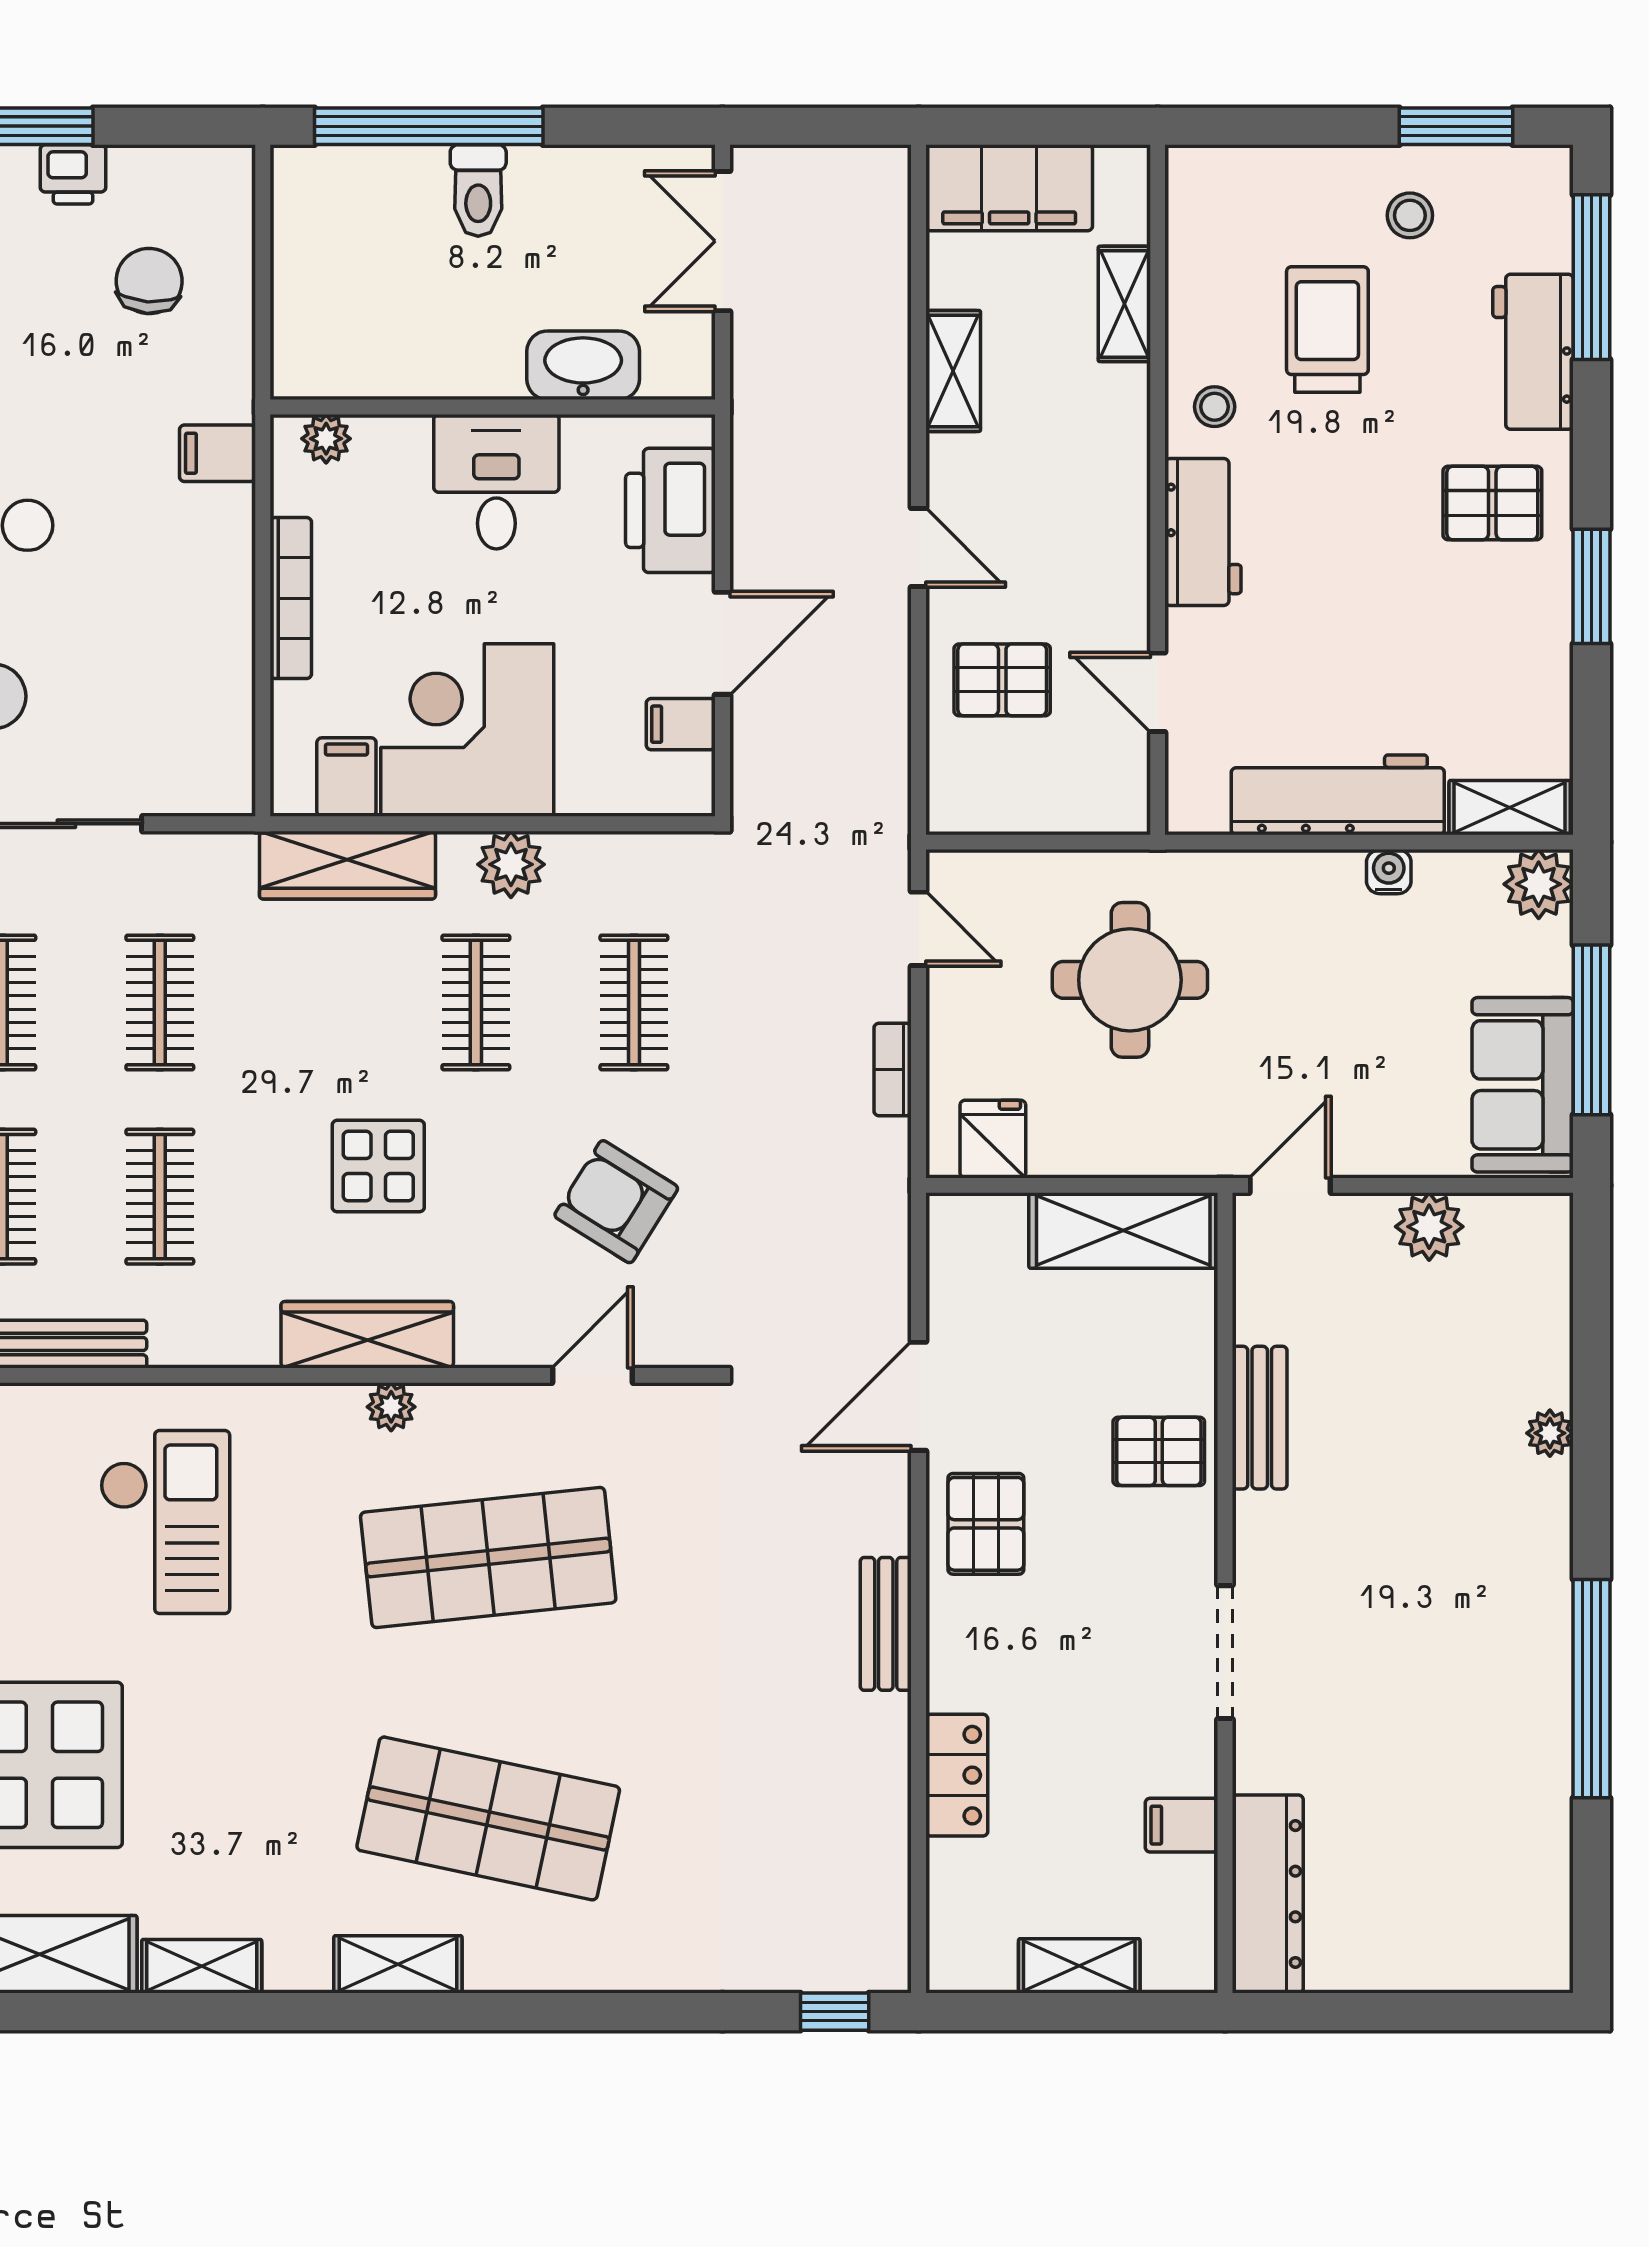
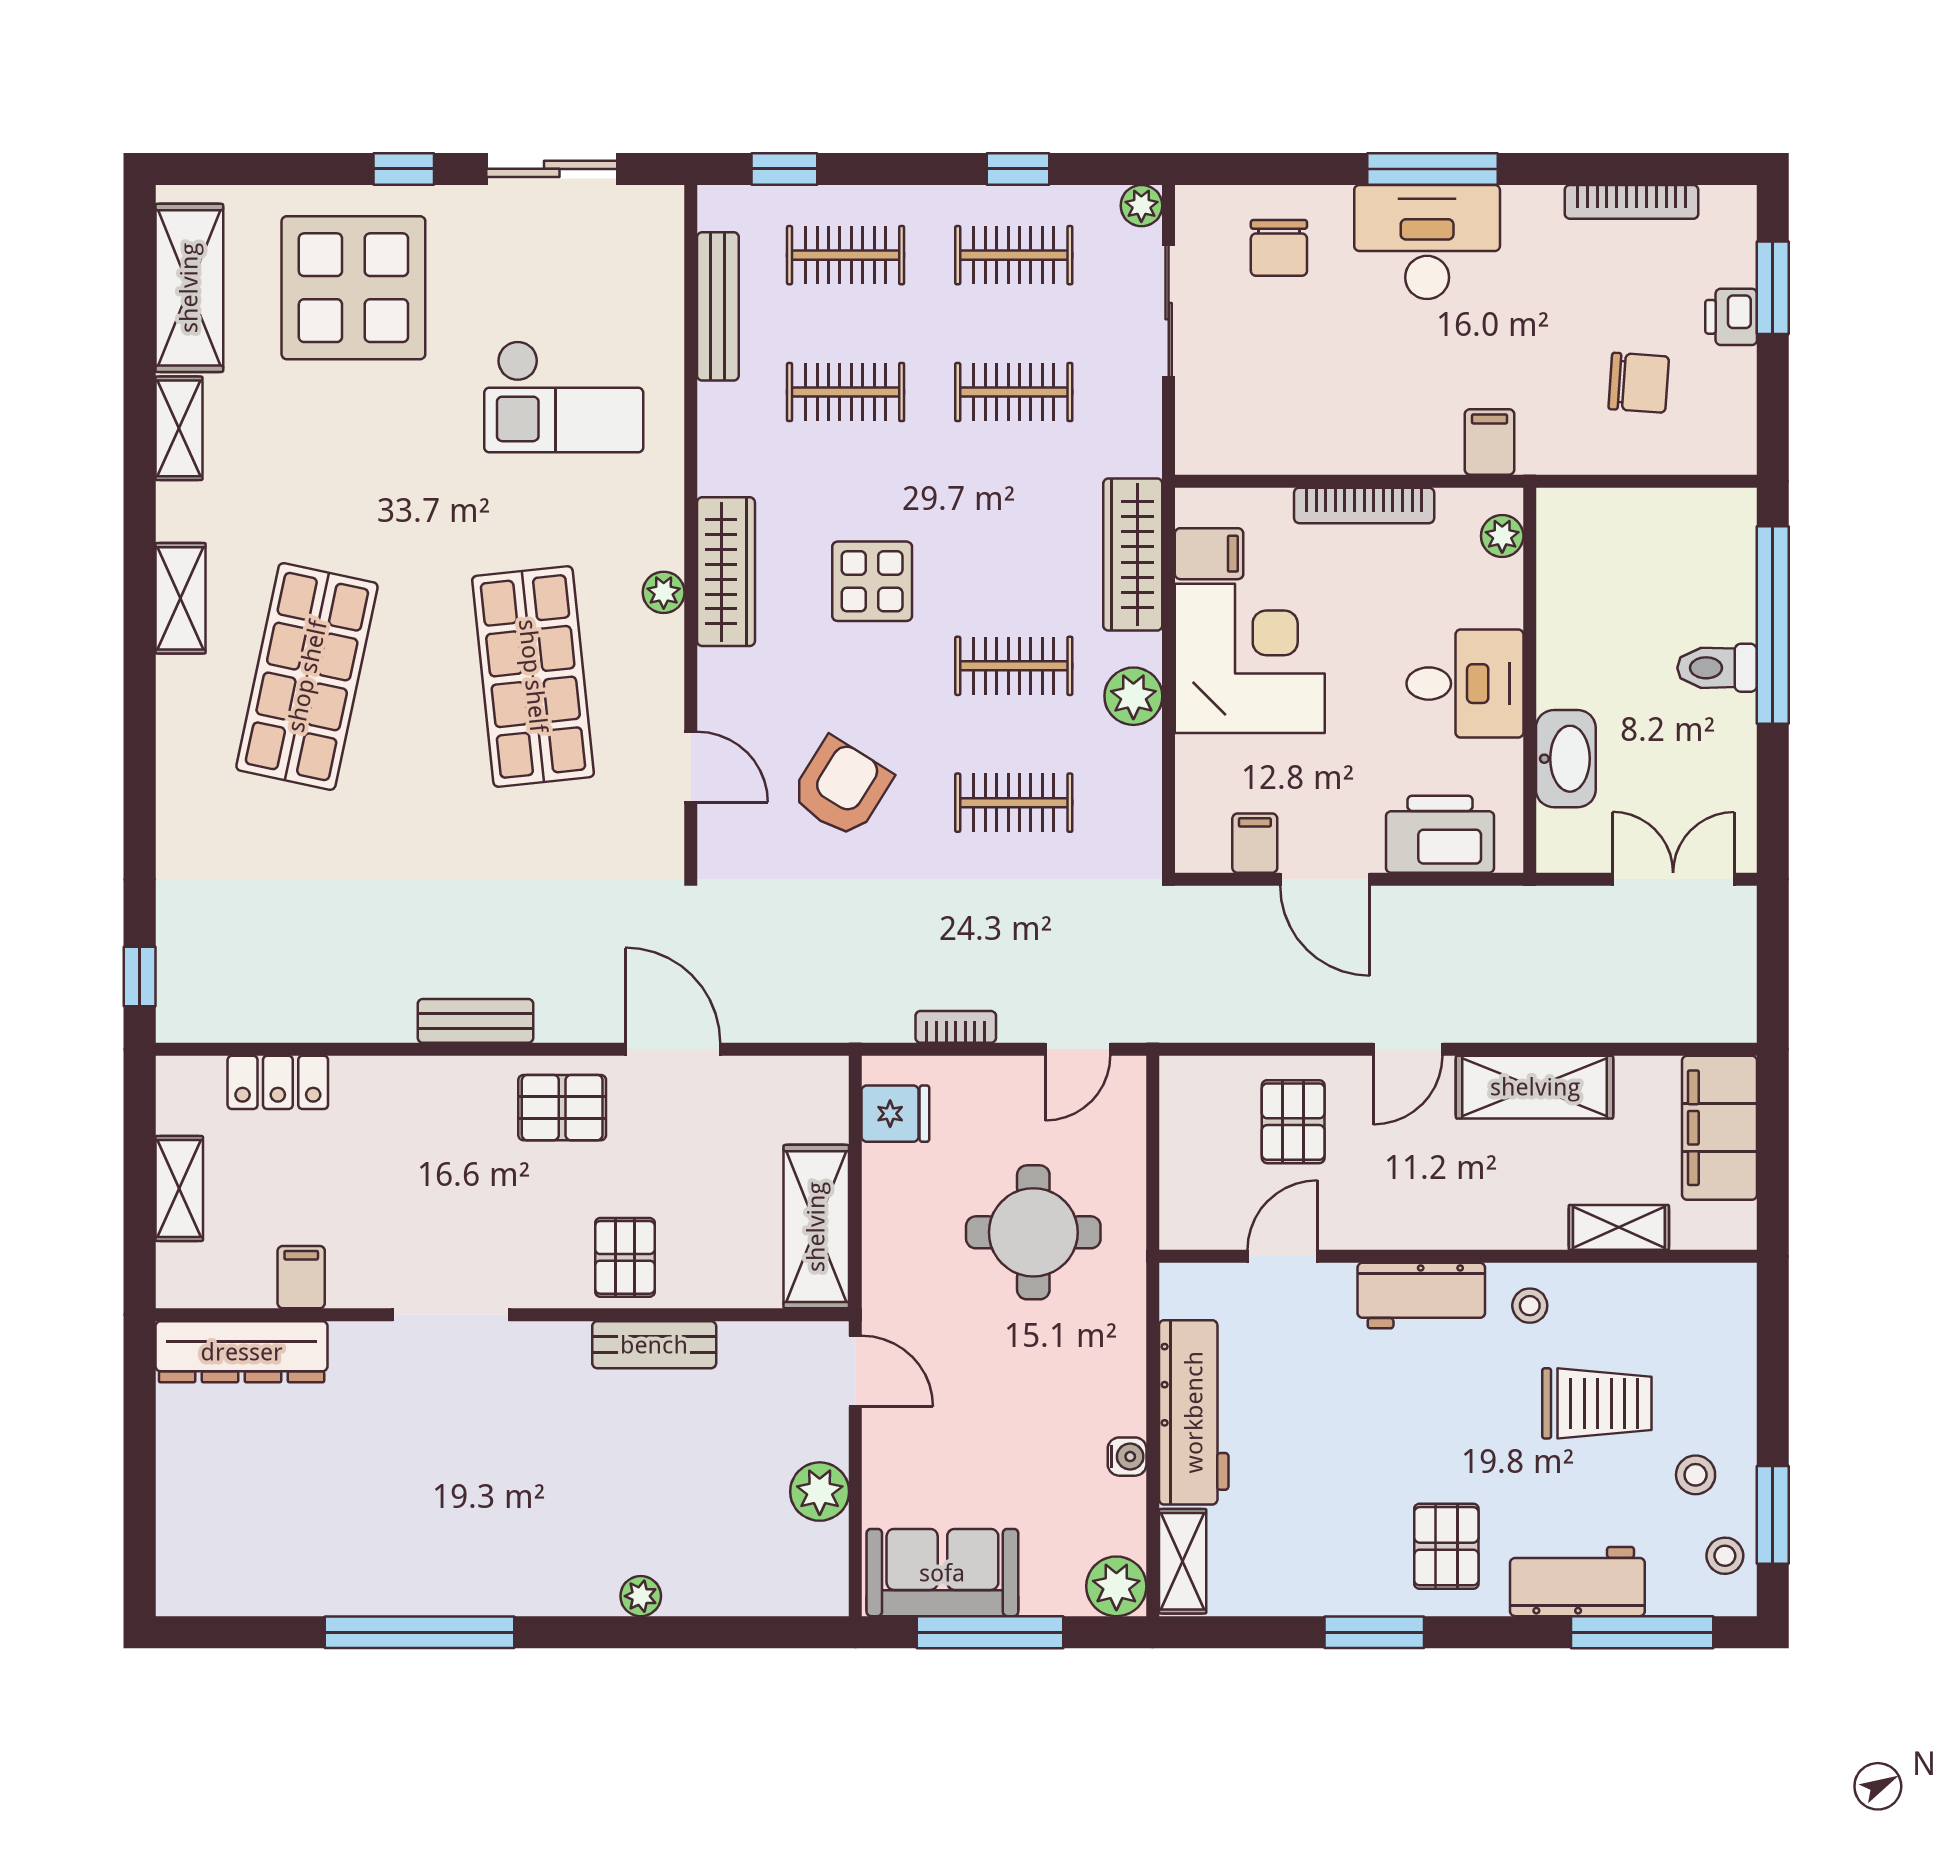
stool: (1503, 181) -> (1725, 1556), added
shelving: (953, 371) -> (1535, 1087), width x1.50, depth x1.33
locker: (957, 1775) -> (278, 1082), moved

